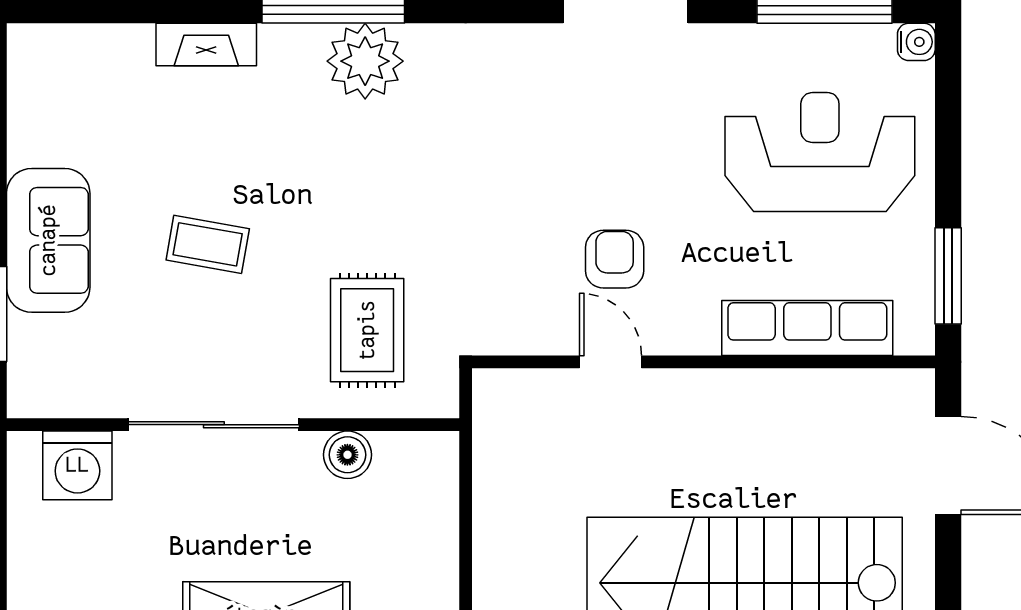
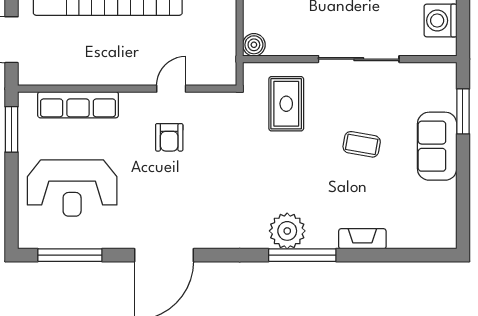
water cooler: (916, 42) -> (27, 240), removed
door: (610, 362) -> (171, 89), swing flipped
boiler: (347, 455) -> (254, 45), moved
washing machine: (77, 465) -> (440, 21), moved, turned -90

